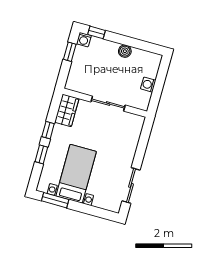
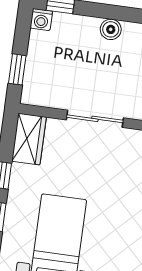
window: (70, 52) -> (17, 69), moved

